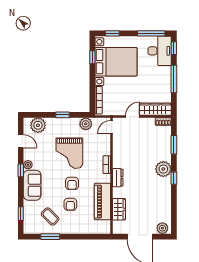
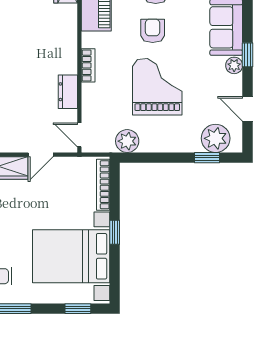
window: (92, 57) -> (115, 232), moved
window: (63, 115) -> (207, 158), moved
door: (111, 127) -> (79, 135), swing flipped
dresser: (118, 178) -> (68, 92), moved

